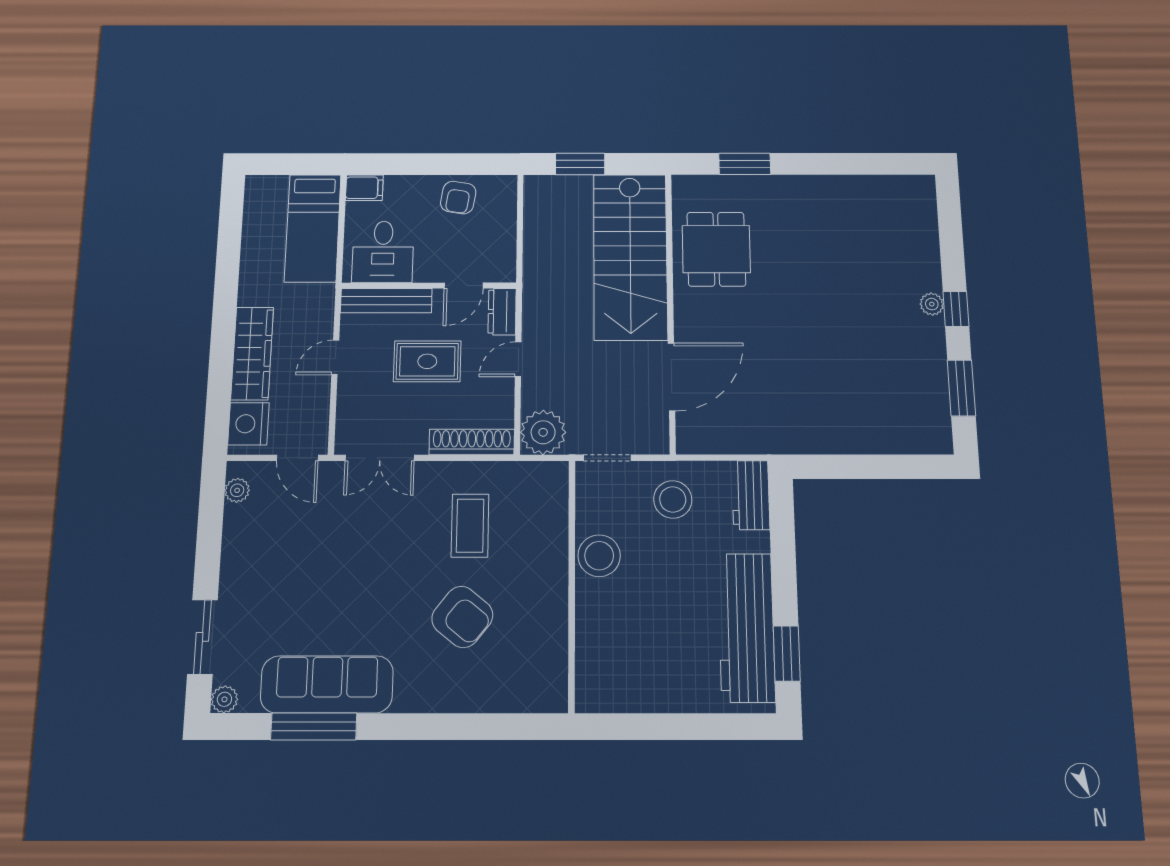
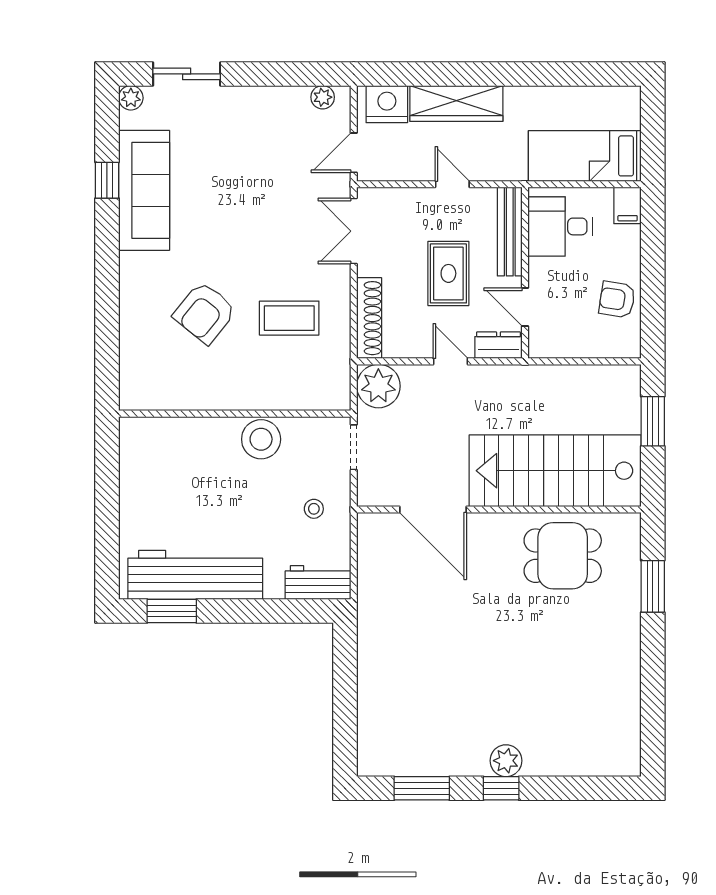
plant: (932, 304) -> (506, 761), width x1.38, depth x1.38
stool: (673, 500) -> (314, 509), width x0.53, depth x0.53
window: (314, 726) -> (107, 180), width x0.46

